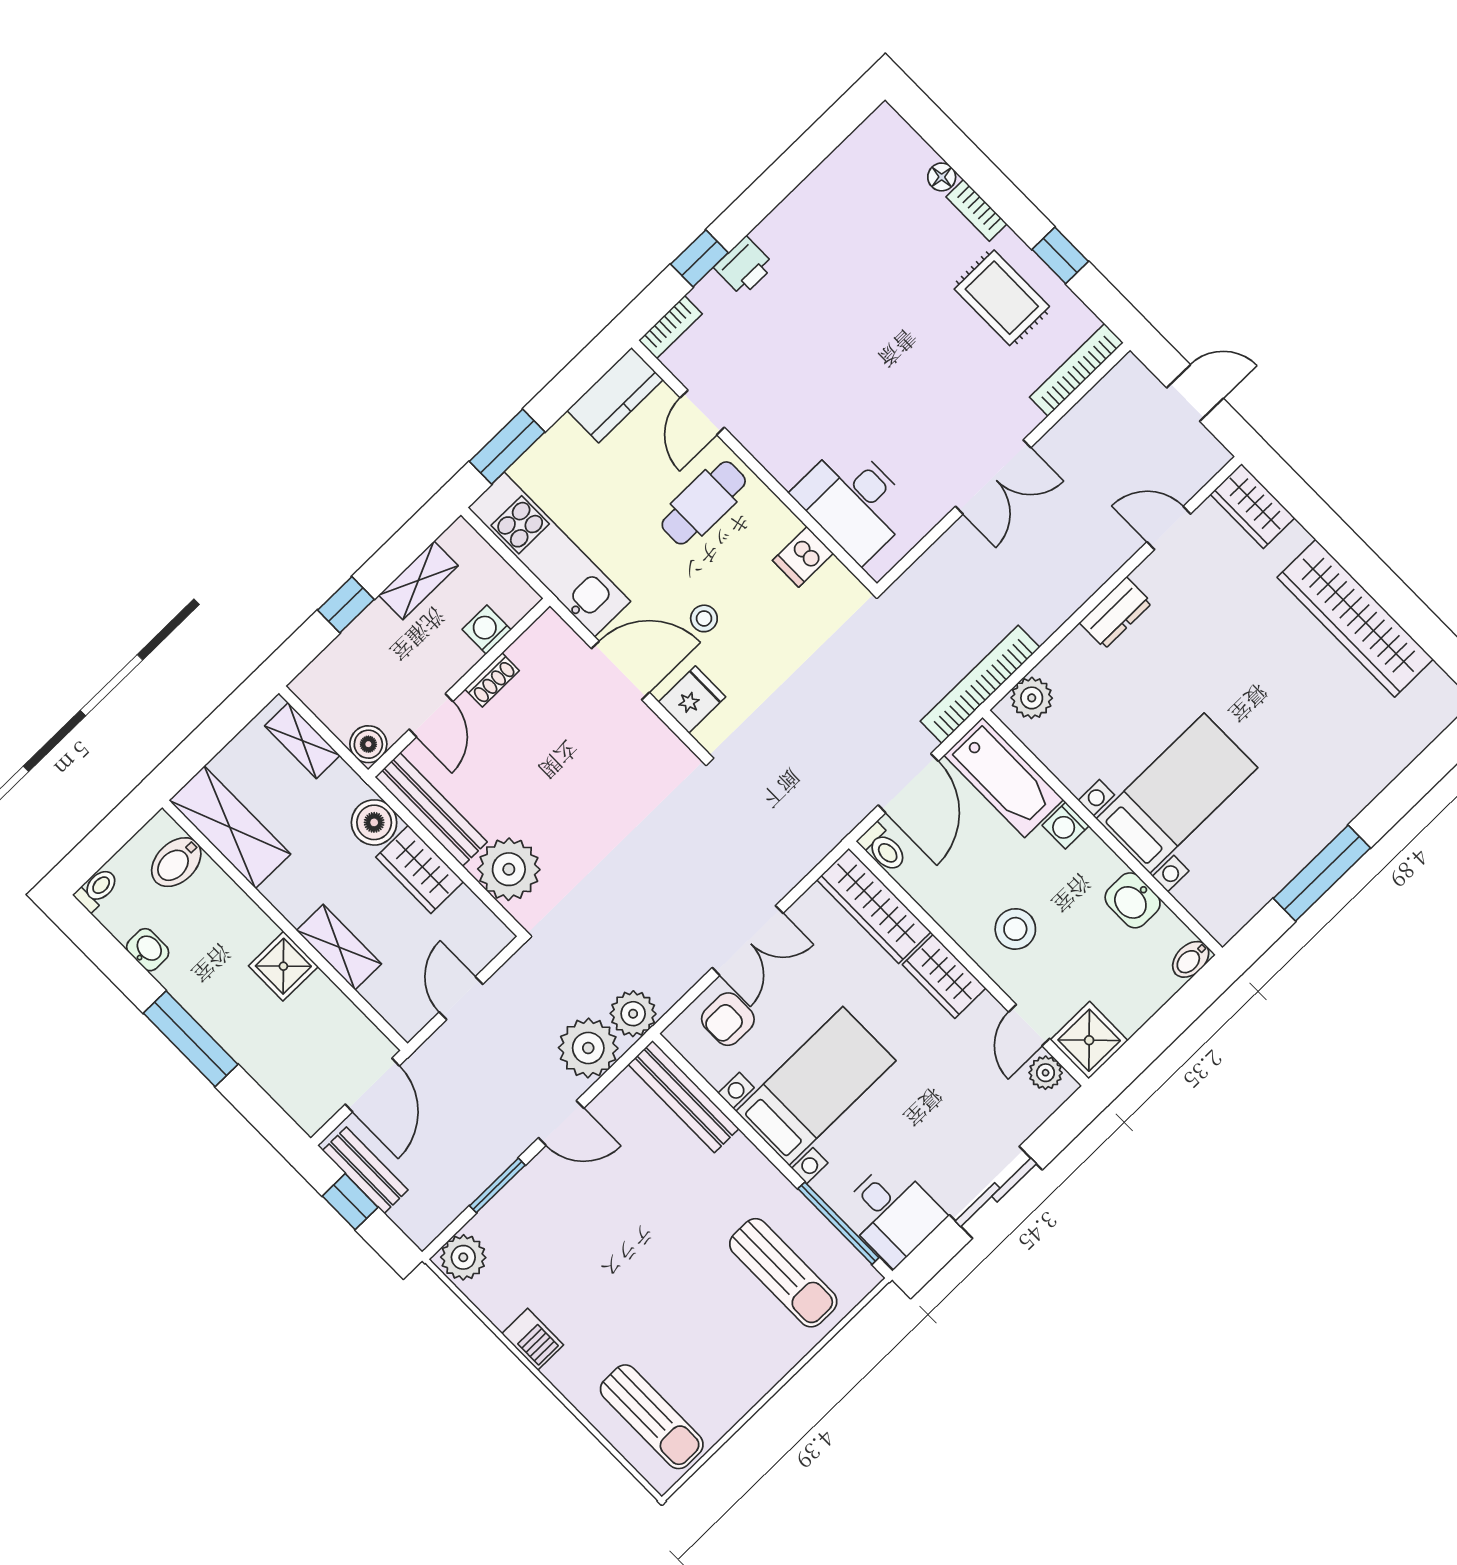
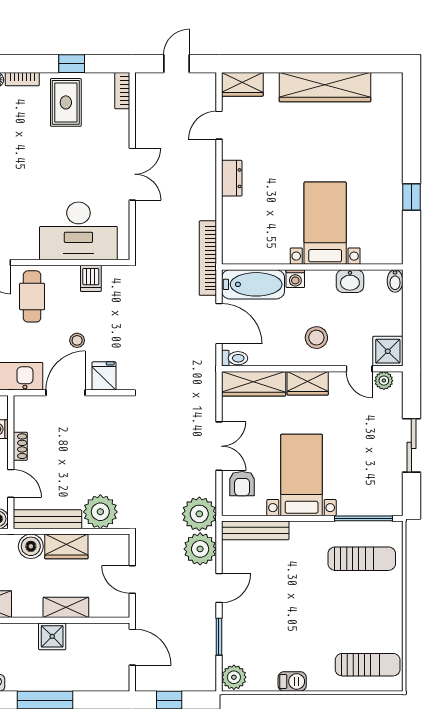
rug: (1002, 298) -> (66, 102), turned 90
bookcase: (1076, 370) -> (122, 91), width x0.64
desk: (854, 502) -> (78, 231), width x1.36, depth x1.30
plant: (1032, 698) -> (233, 243), removed
window: (1322, 873) -> (411, 197), width x0.46
plant: (633, 1014) -> (199, 514), width x1.36, depth x1.36
bench: (365, 1170) -> (163, 682), removed
desk: (892, 1213) -> (380, 494), removed

